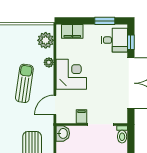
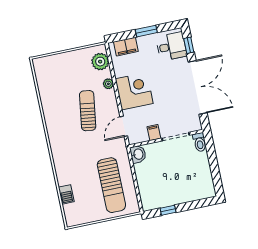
window: (105, 21) -> (146, 31), moved

